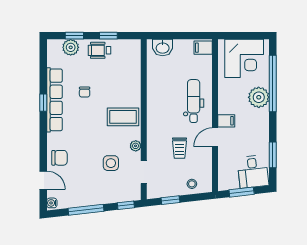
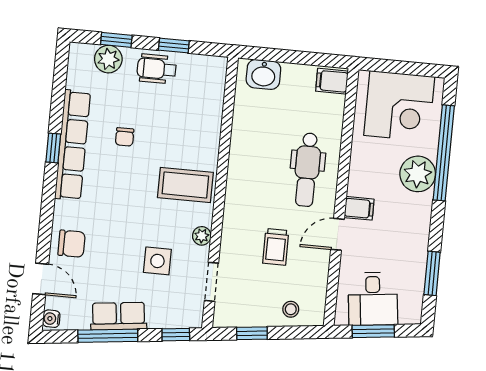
dental chair: (194, 101) -> (307, 170), turned 180
desk: (253, 172) -> (373, 299), moved
row of seats: (91, 198) -> (119, 316), added

